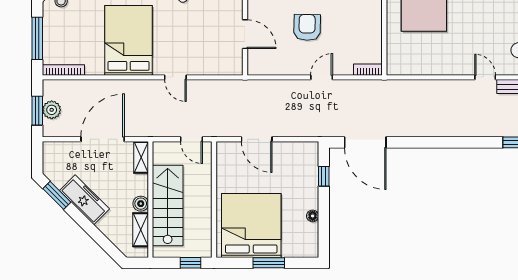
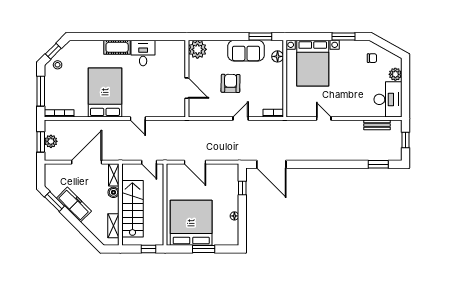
door: (485, 77) -> (324, 119), moved
boiler: (141, 204) -> (114, 192), moved

